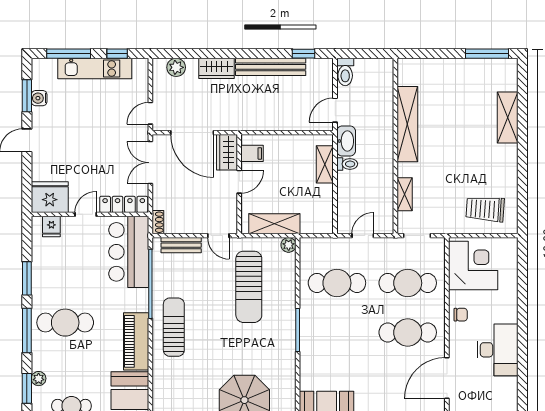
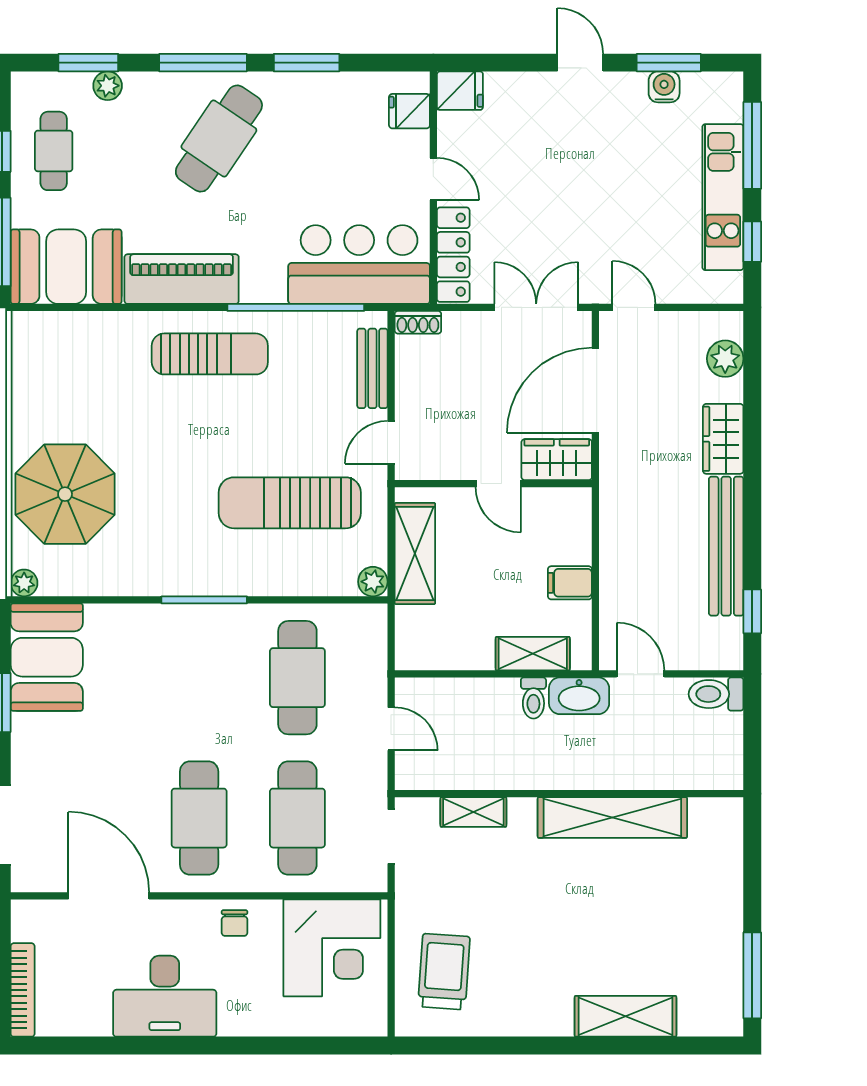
filing cabinet: (252, 153) -> (570, 583), moved, turned 90
fridge: (50, 197) -> (460, 91), width x0.53, depth x0.75
cafe table: (65, 323) -> (219, 139), turned 34

